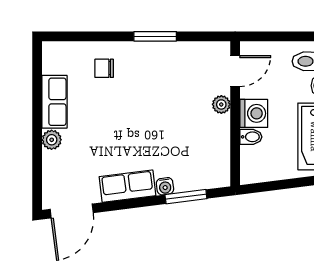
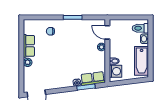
door: (235, 71) -> (107, 32), swing flipped
washing machine: (254, 113) -> (116, 71), moved
row of seats: (128, 186) -> (93, 79), moved

